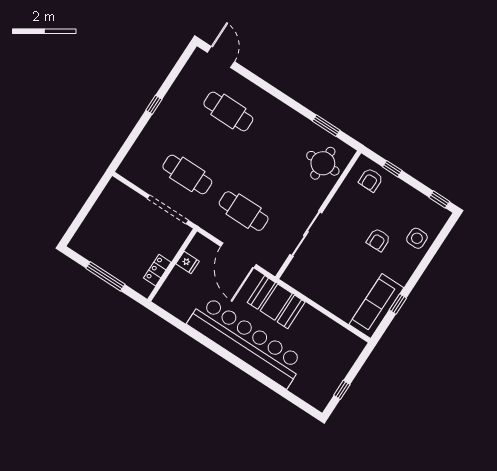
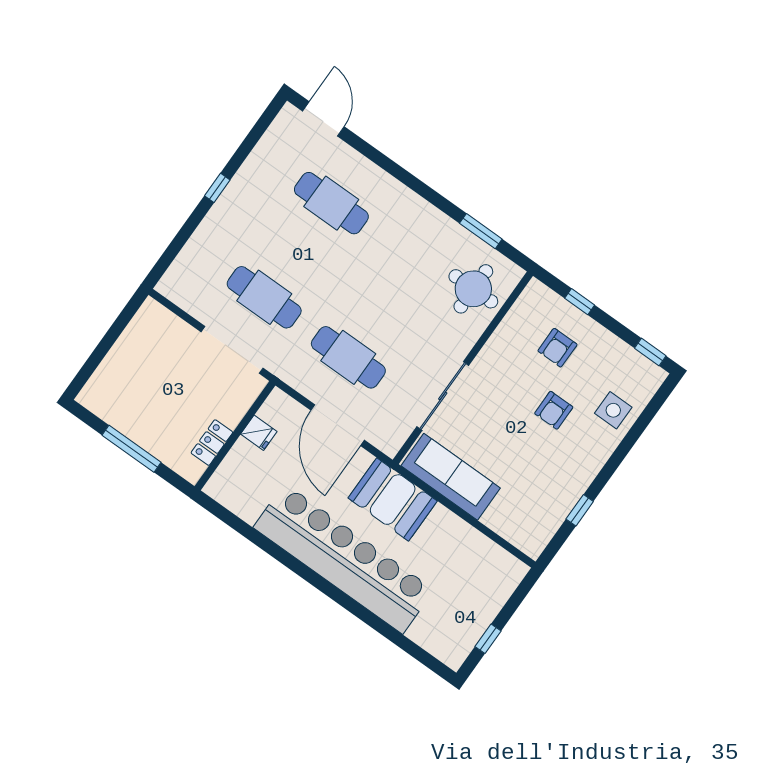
armchair: (371, 180) -> (557, 348), moved
sofa: (376, 306) -> (451, 477), moved, turned 90

